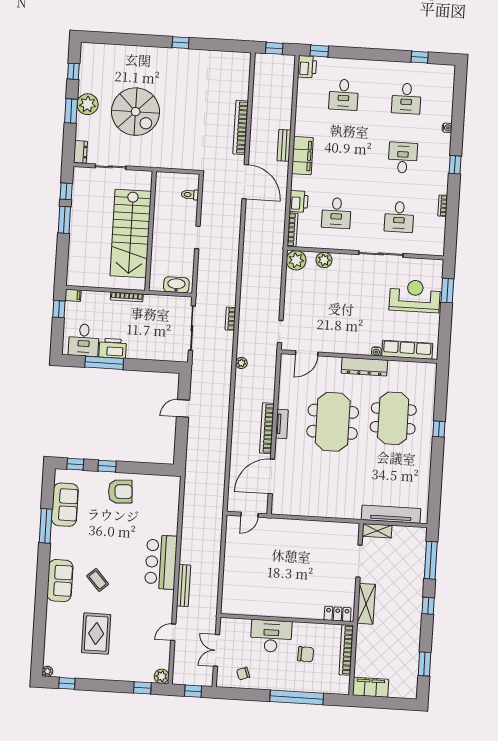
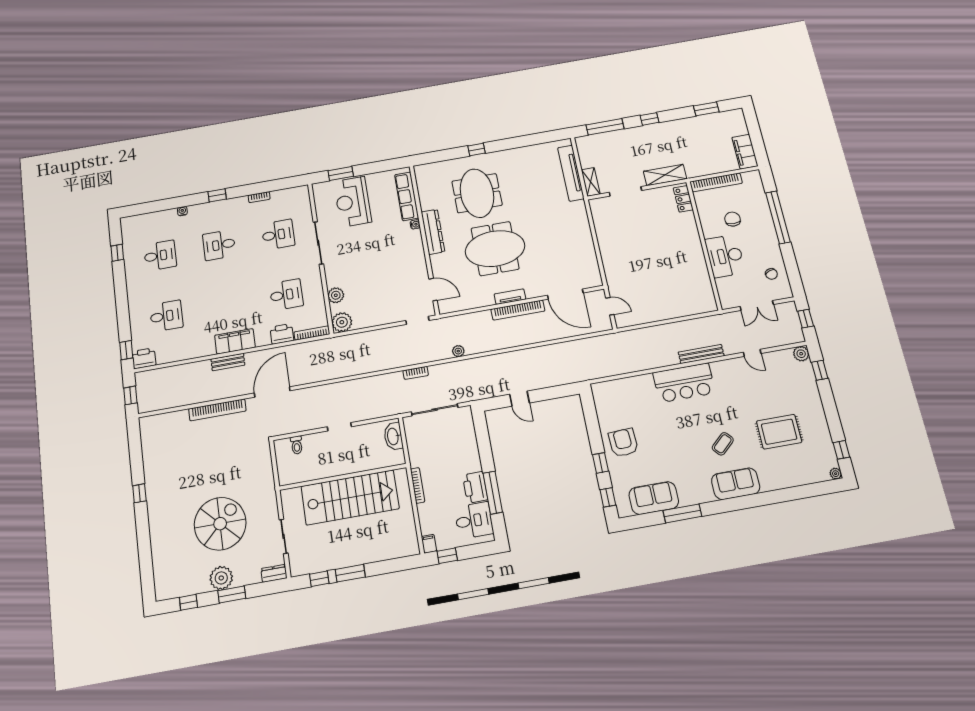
meeting table: (393, 418) -> (477, 193), turned 90

